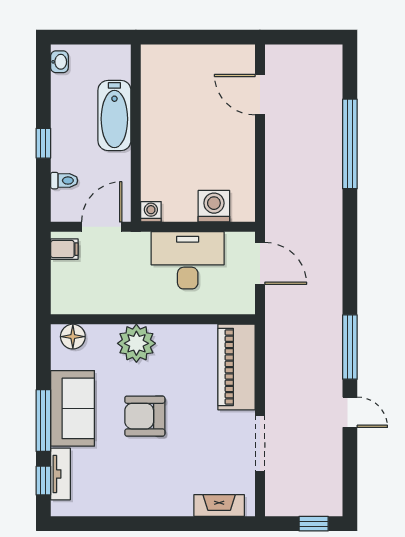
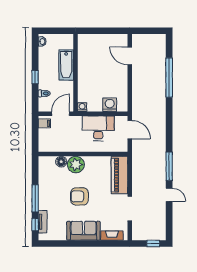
floor lamp: (73, 337) -> (61, 162), moved
sofa: (73, 408) -> (83, 231), moved, turned -90

